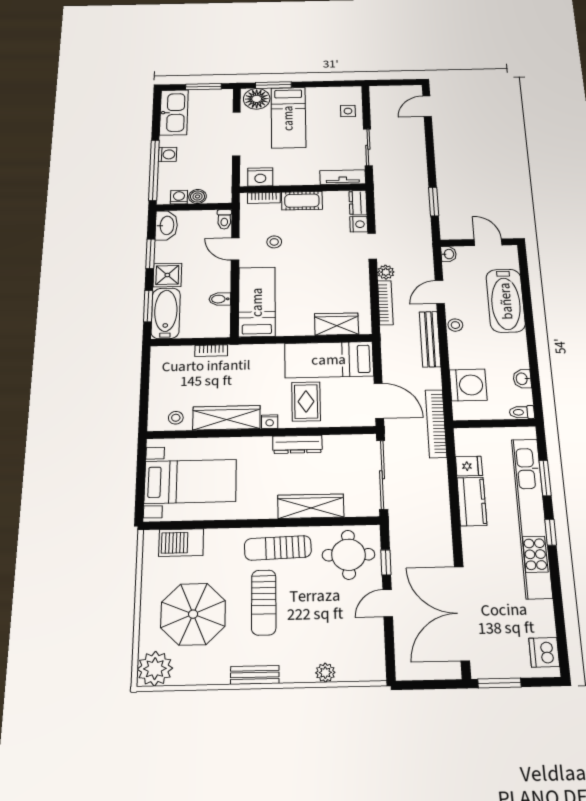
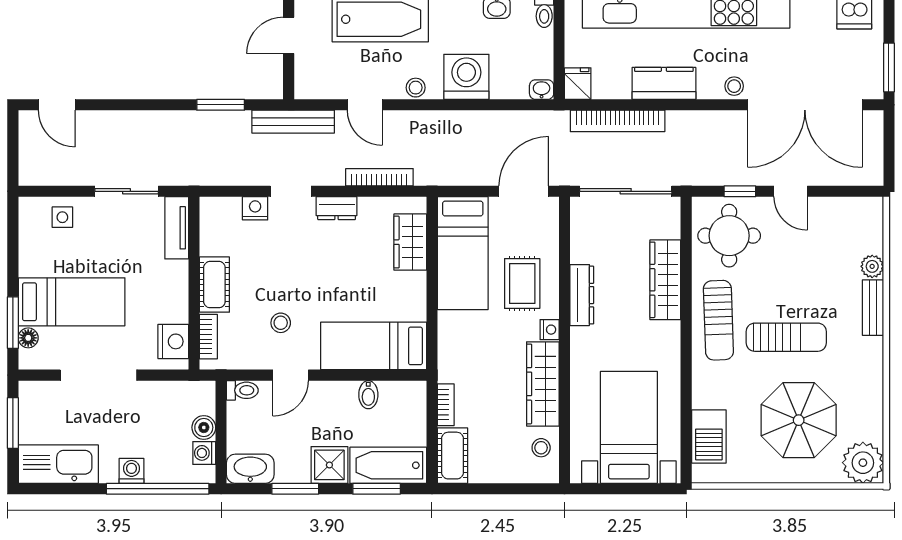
floor lamp: (257, 99) -> (28, 338), width x0.53, depth x0.53
dresser: (358, 203) -> (337, 208), moved
washbasin: (449, 254) -> (542, 90), moved
plant: (386, 272) -> (332, 175), removed
bench: (430, 339) -> (293, 122), moved
cot: (172, 356) -> (452, 456), added
washing machine: (468, 385) -> (466, 77), moved
rug: (306, 401) -> (522, 283), turned 90
bookcase: (436, 423) -> (618, 121), moved
fridge: (469, 466) -> (578, 84), moved
stool: (474, 556) -> (734, 86), added
bench: (255, 675) -> (873, 308), moved

